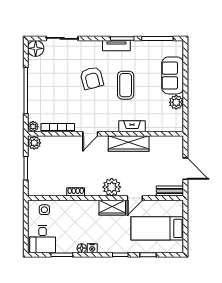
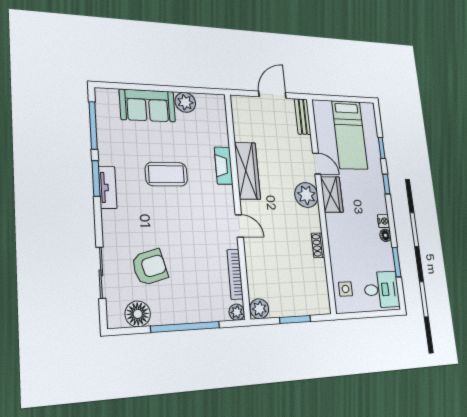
floor lamp: (36, 48) -> (138, 314), moved
armchair: (92, 78) -> (150, 267), moved

